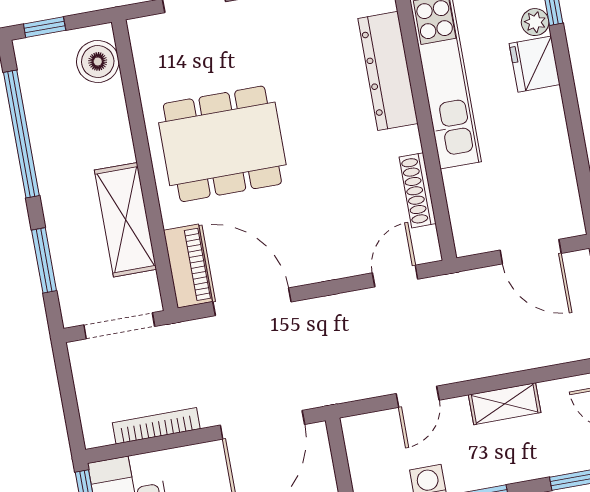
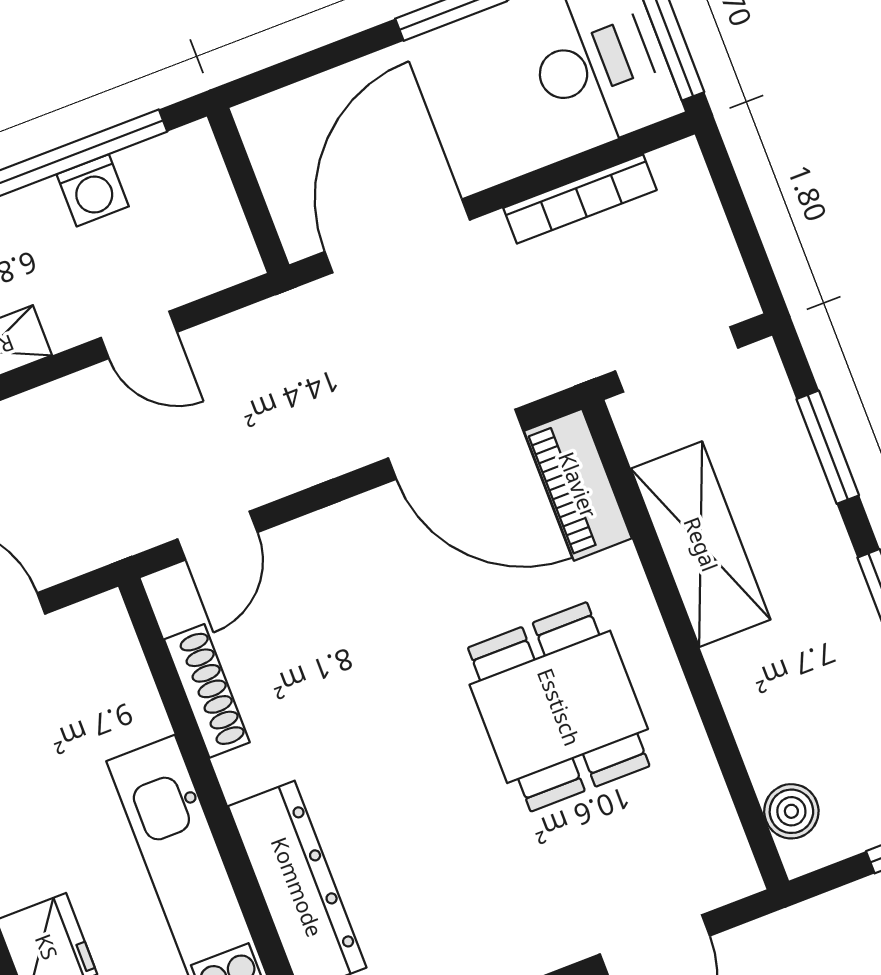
boiler: (98, 61) -> (791, 811), width x0.73, depth x0.73
dining table: (222, 144) -> (559, 707), width x0.73
door: (418, 397) -> (139, 335), swing flipped

